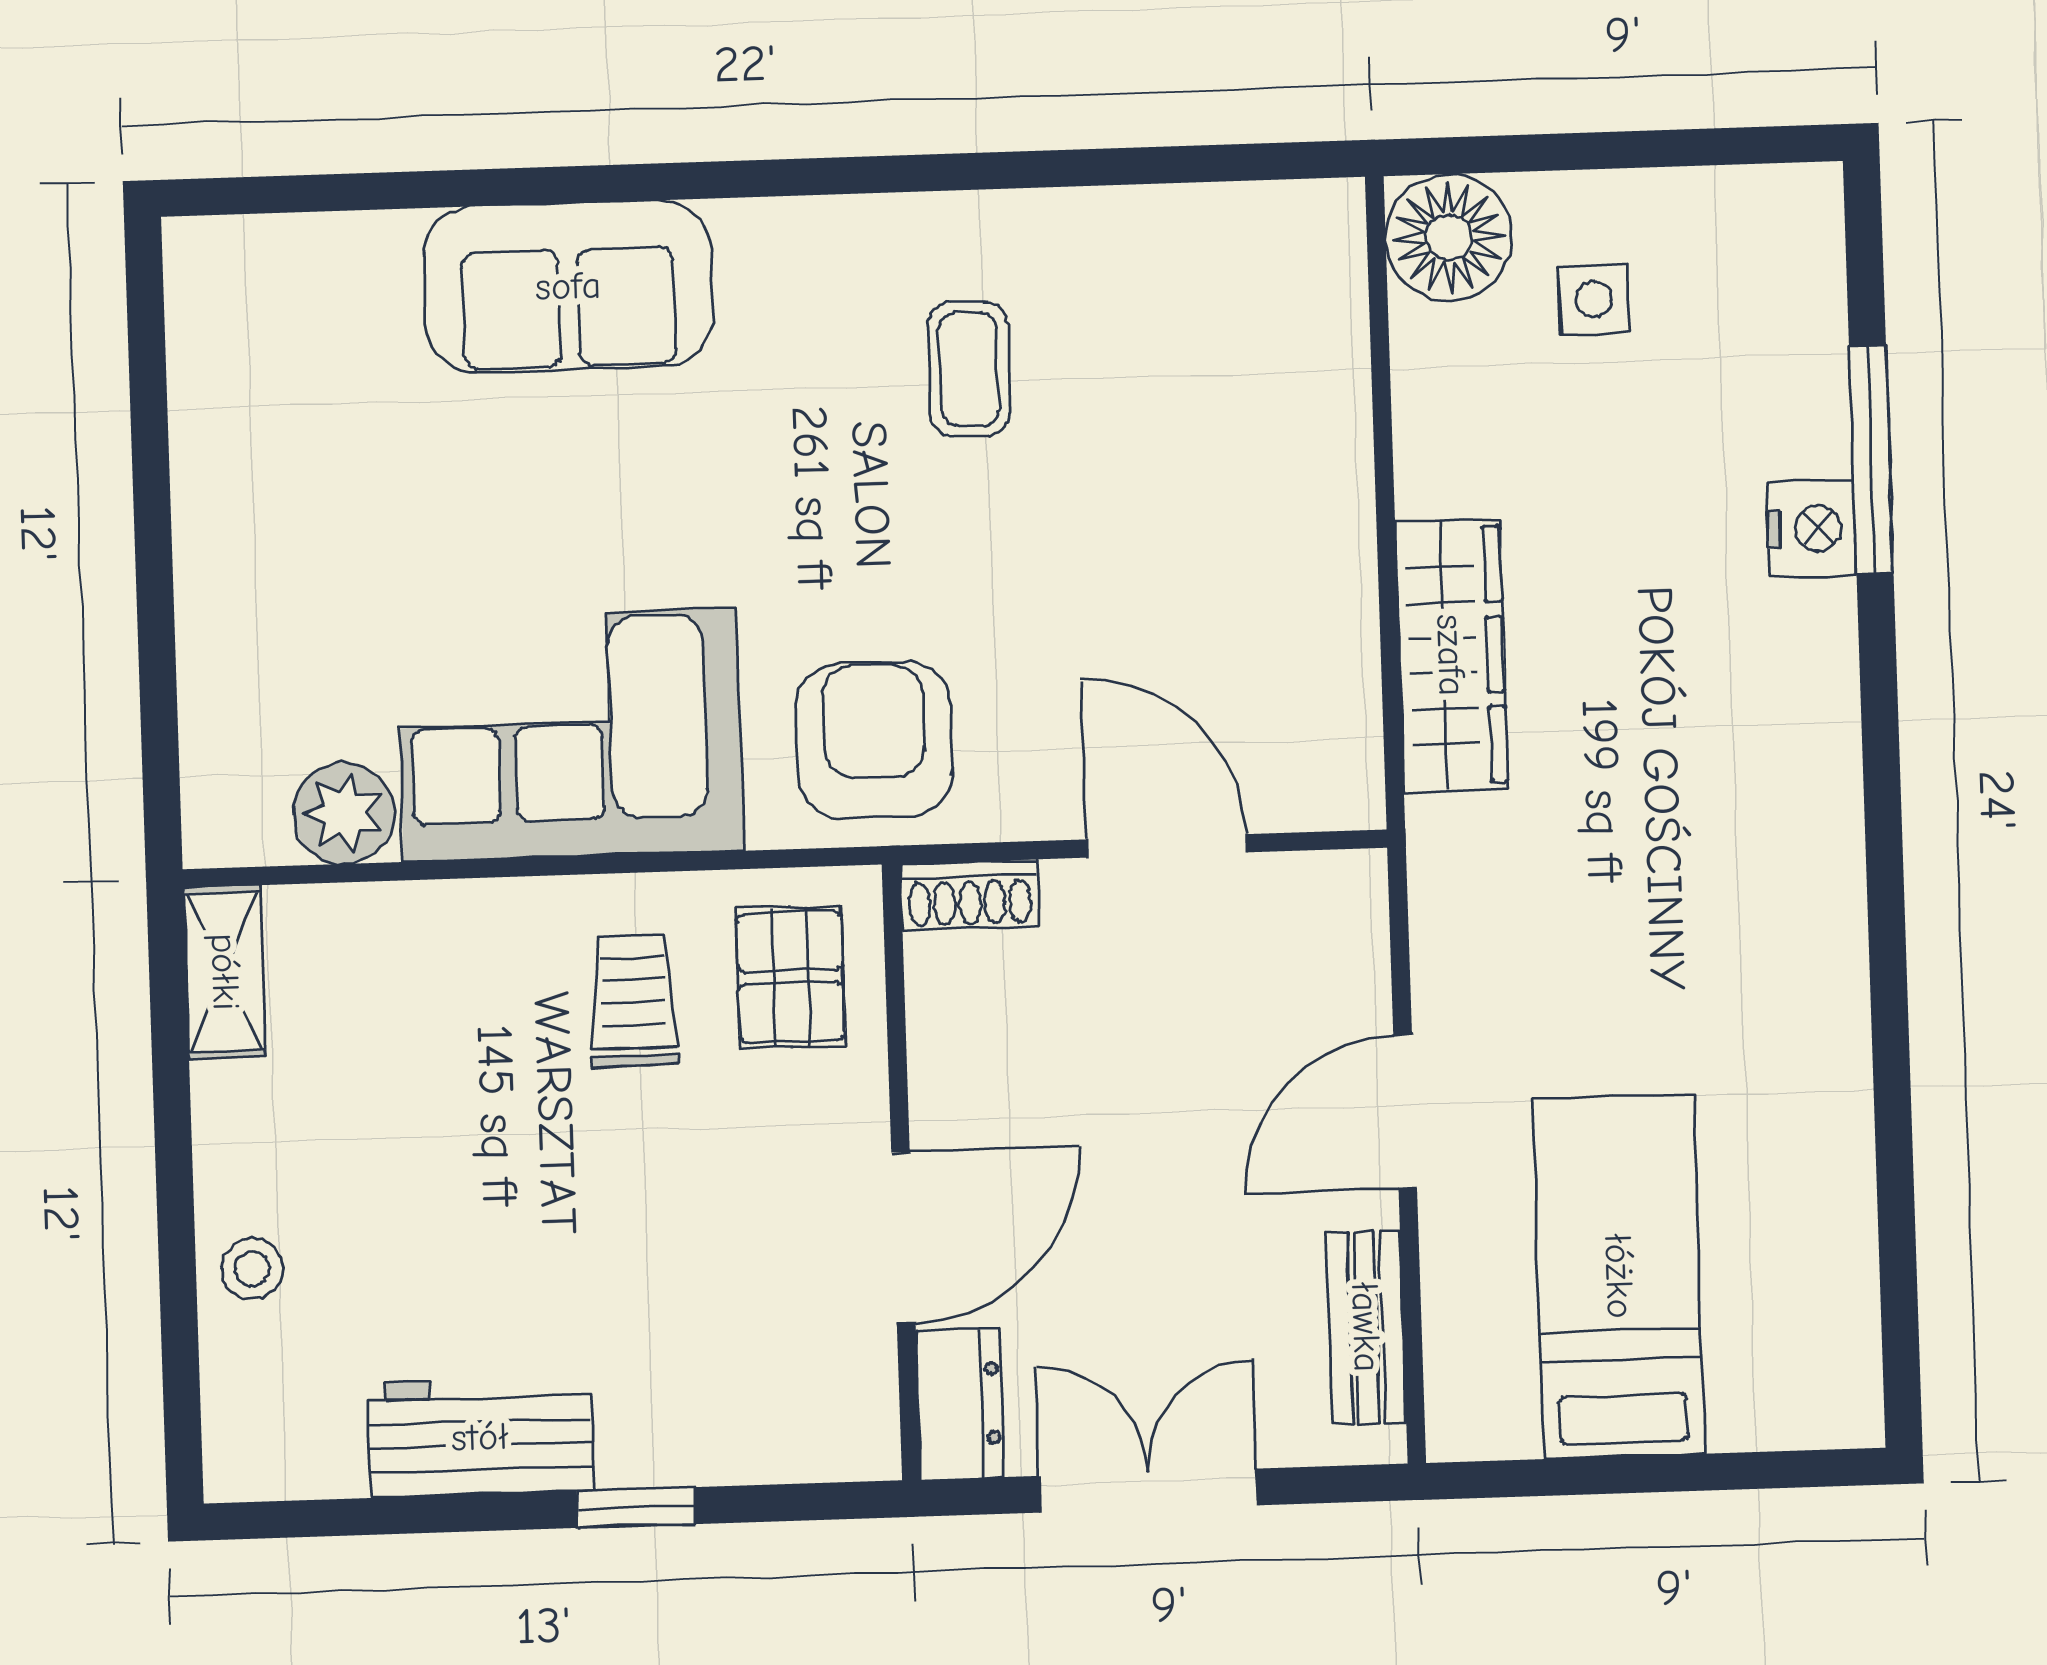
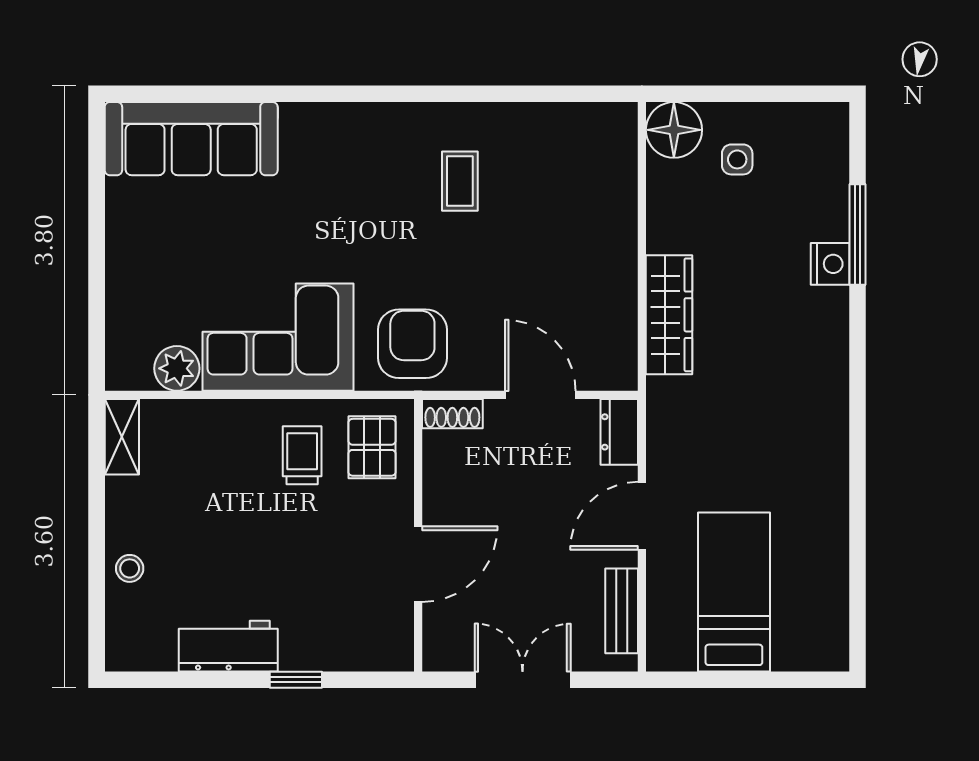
sofa: (568, 286) -> (191, 139), moved, width x1.36
dresser: (960, 1404) -> (619, 432), moved, turned 180

